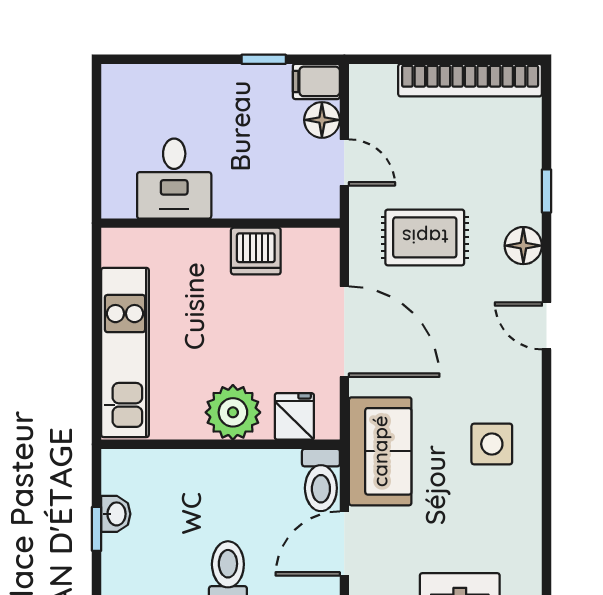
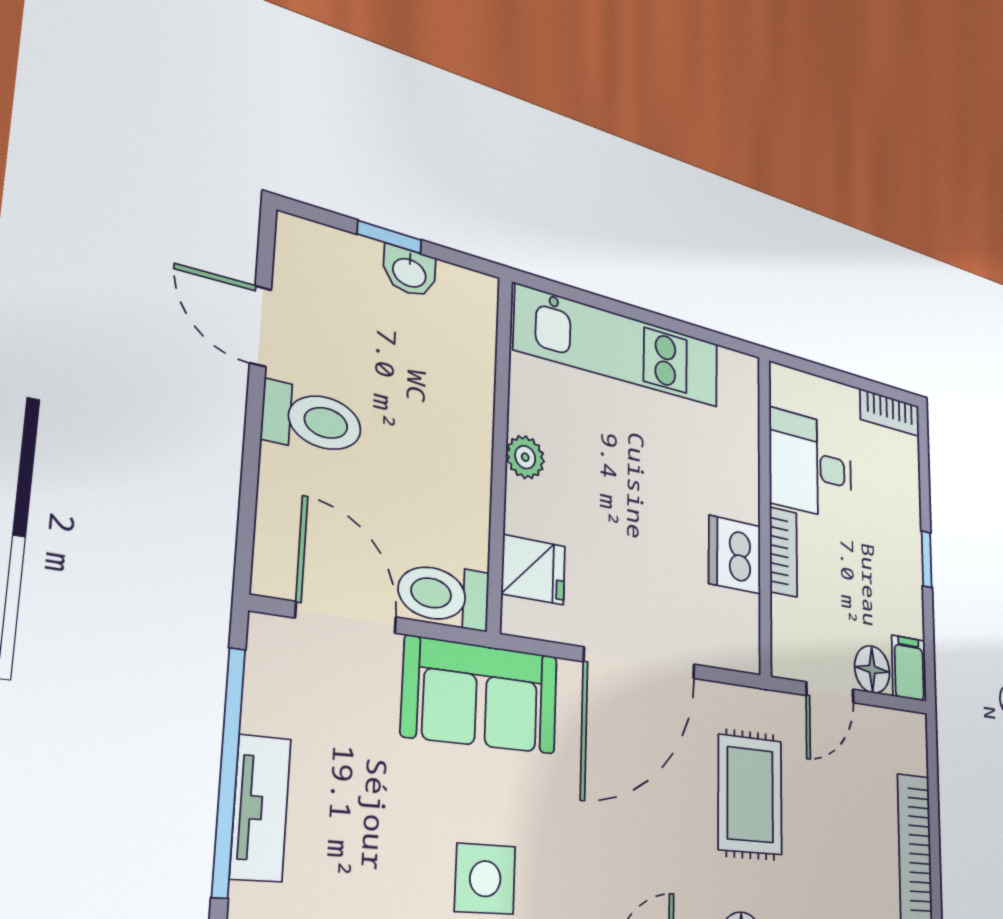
window: (264, 59) -> (927, 559), moved
bookcase: (114, 95) -> (890, 413), added
bookcase: (246, 206) -> (783, 552), added
plant: (233, 412) -> (525, 457), width x0.53, depth x0.53

